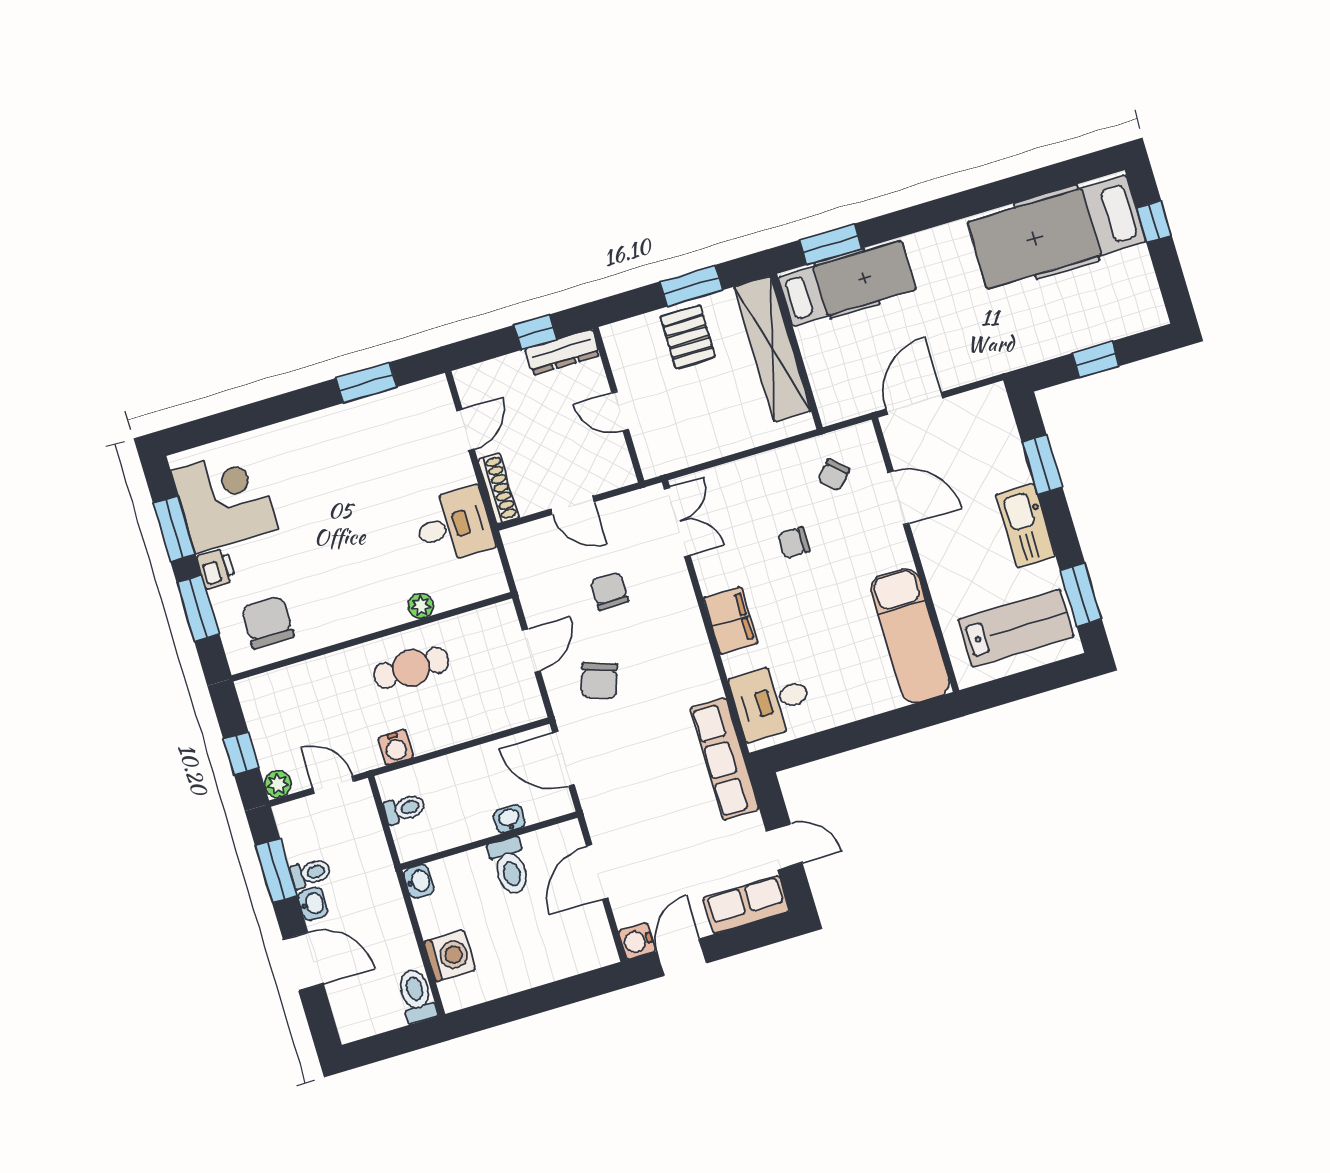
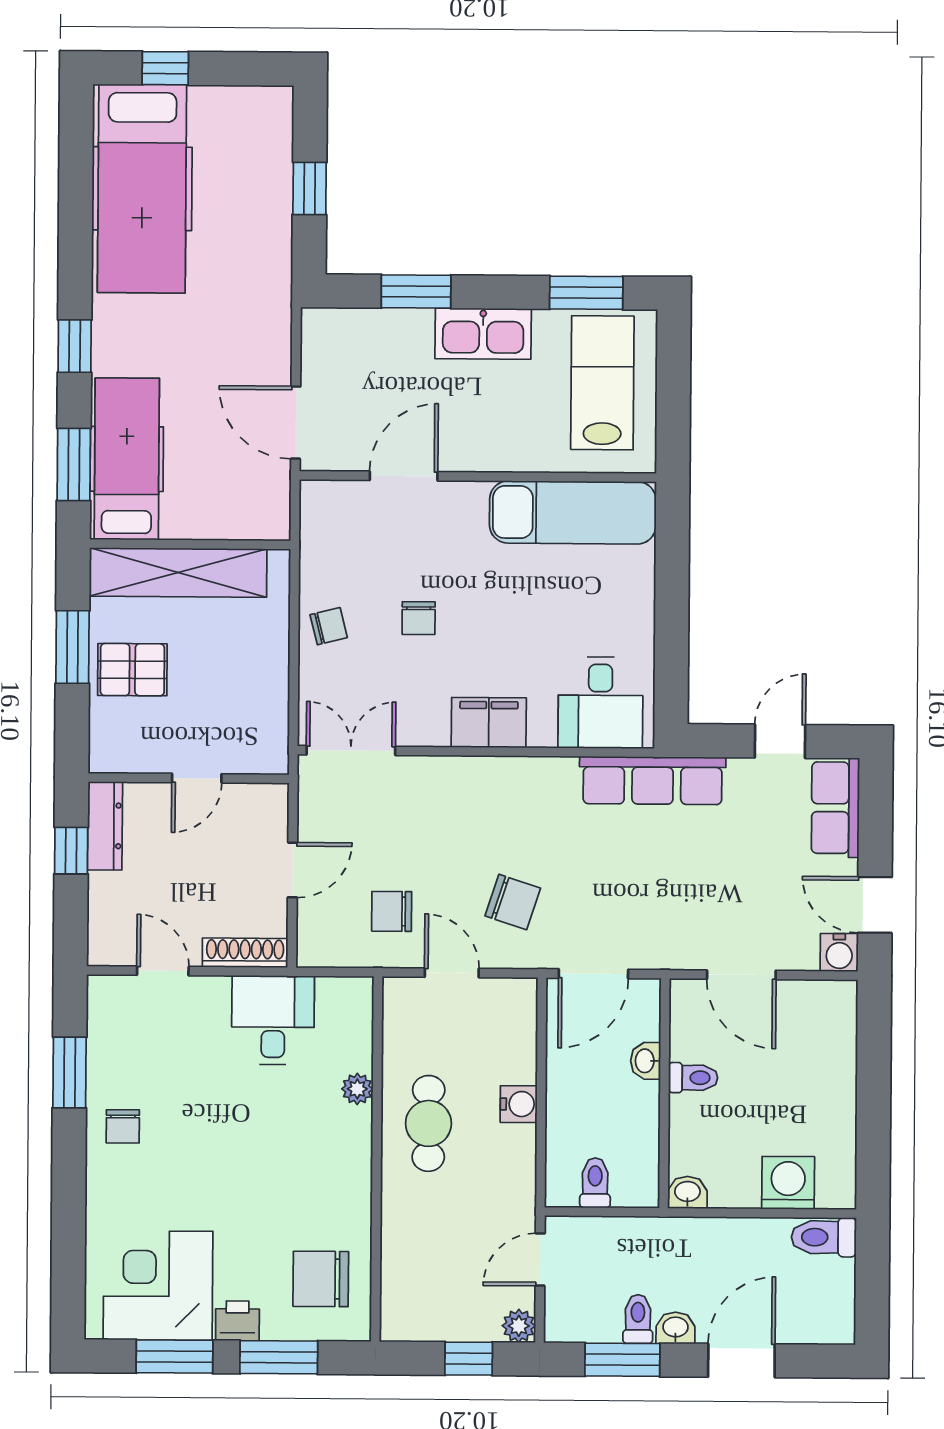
window: (921, 217) -> (75, 346), added
chair: (338, 436) -> (123, 1126), added
chair: (834, 475) -> (329, 626), moved, turned -56
chair: (609, 591) -> (392, 911), moved
water cooler: (396, 747) -> (519, 1104), moved
toilet: (510, 866) -> (693, 1078), width x0.73, depth x0.72

